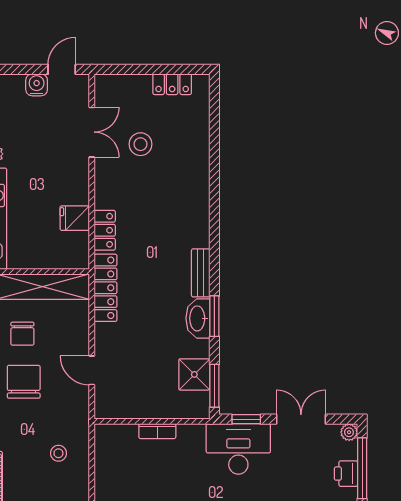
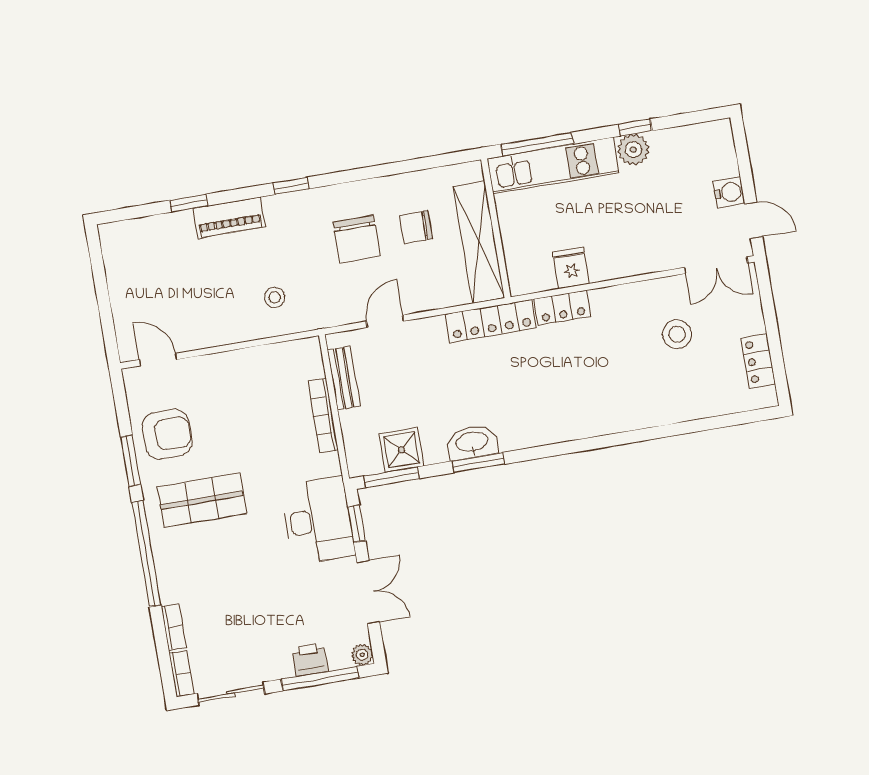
double door: (92, 132) -> (716, 265), moved
bench: (201, 273) -> (344, 378), moved, turned 90
chair: (24, 382) -> (356, 239), turned 90
bookcase: (157, 431) -> (323, 416), width x1.56

